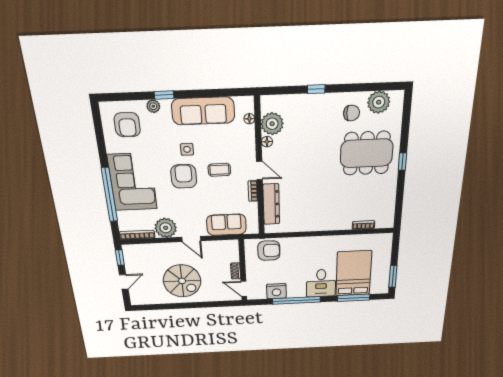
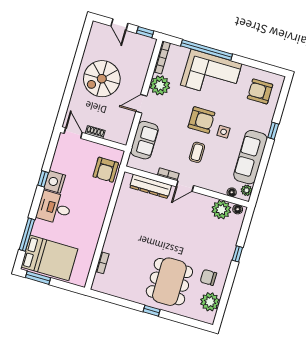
plant: (153, 106) -> (247, 190), moved
chair: (352, 113) -> (208, 277), turned 90
floor lamp: (267, 142) -> (238, 209), moved
bed: (354, 273) -> (49, 258), moved
door: (244, 289) -> (73, 133), hinge flipped
nightstand: (276, 291) -> (55, 182), moved
window: (296, 300) -> (43, 179), width x0.32

